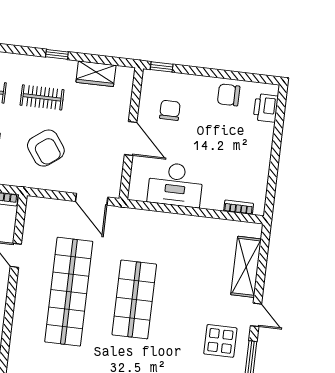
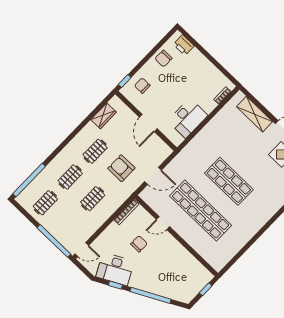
window: (57, 54) -> (79, 128), removed
chair: (170, 110) -> (142, 86), moved
door: (131, 138) -> (148, 123), swing flipped
armchair: (46, 148) -> (121, 168), turned -144
door: (92, 199) -> (153, 176), moved

